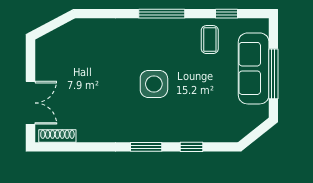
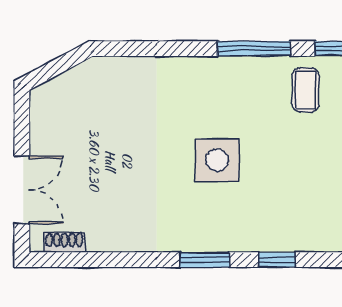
window: (162, 14) -> (254, 49), moved
shoe rack: (57, 136) -> (64, 243), width x0.70

